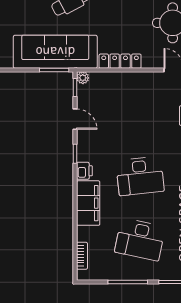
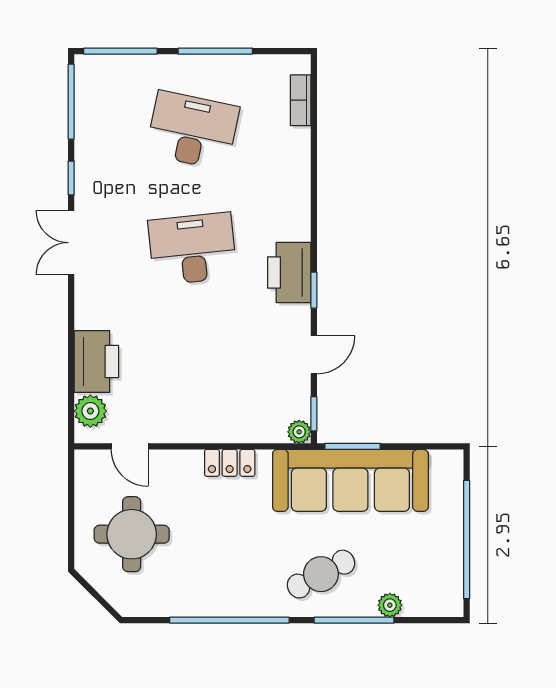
locker: (120, 61) -> (230, 463), width x0.66
door: (75, 119) -> (314, 355), swing flipped
printer: (84, 171) -> (289, 273), width x1.87, depth x1.48
filing cabinet: (88, 203) -> (289, 198), removed

